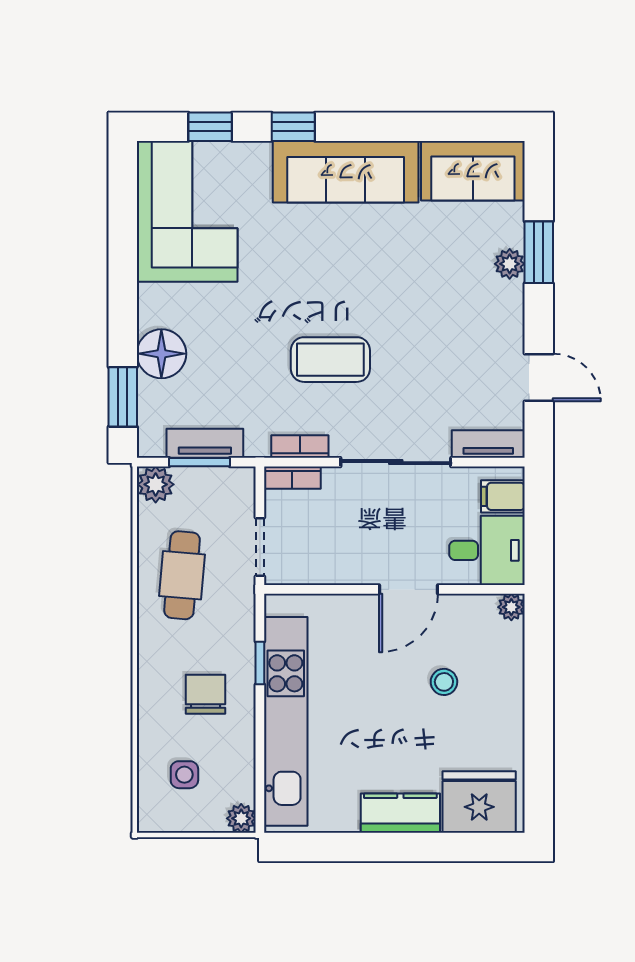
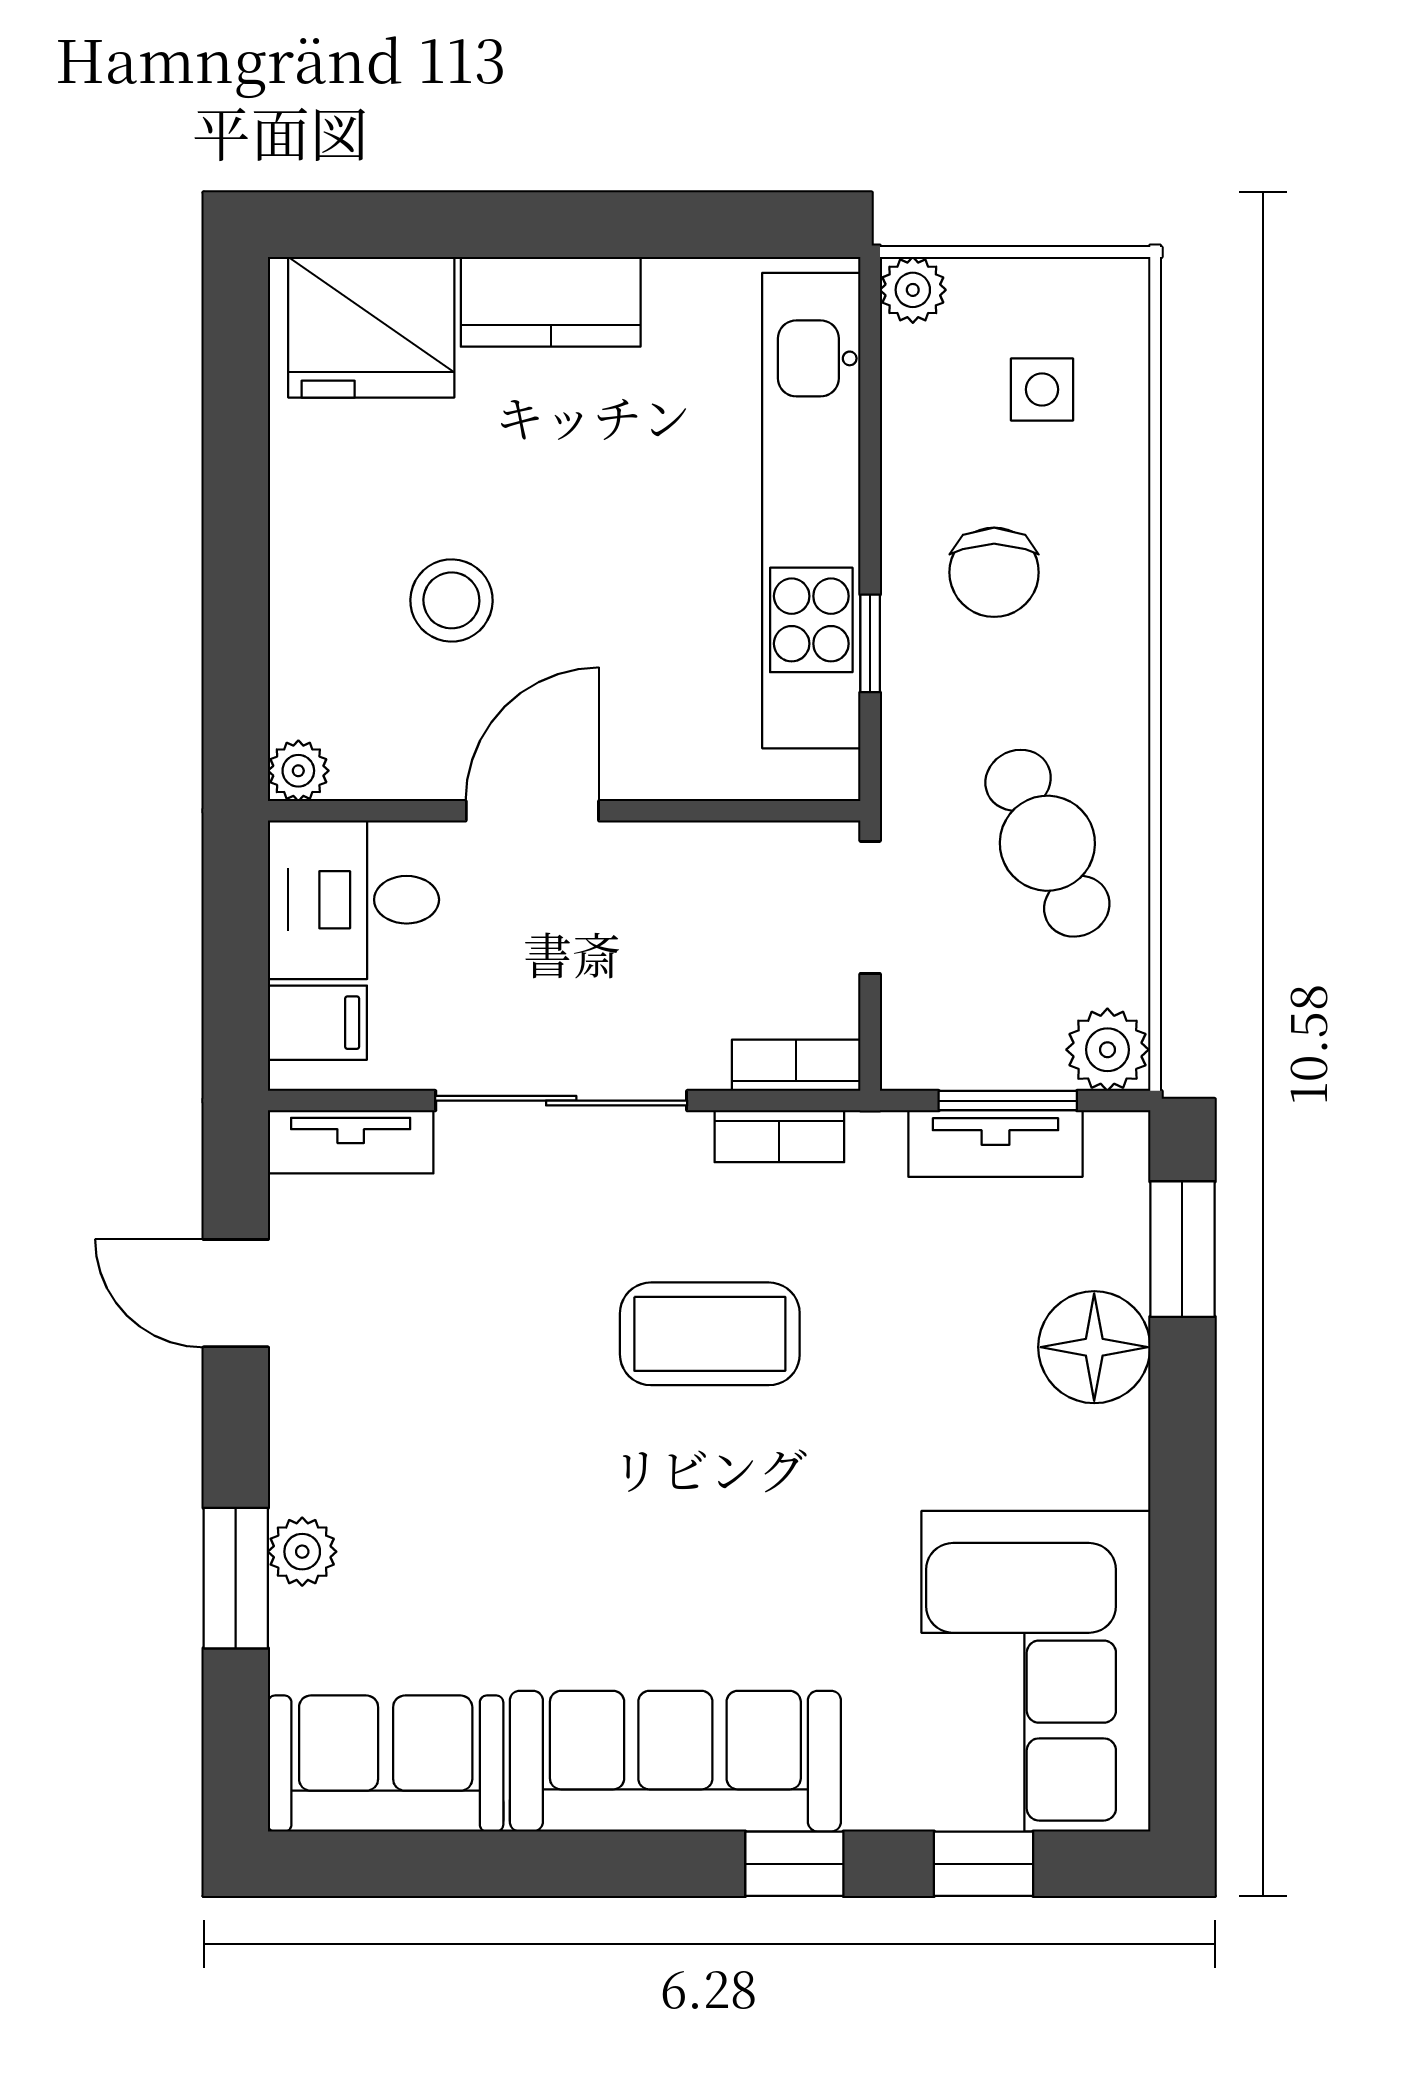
cafe table: (182, 575) -> (1047, 843), turned -30
stool: (444, 682) -> (451, 600), width x1.37, depth x1.37

